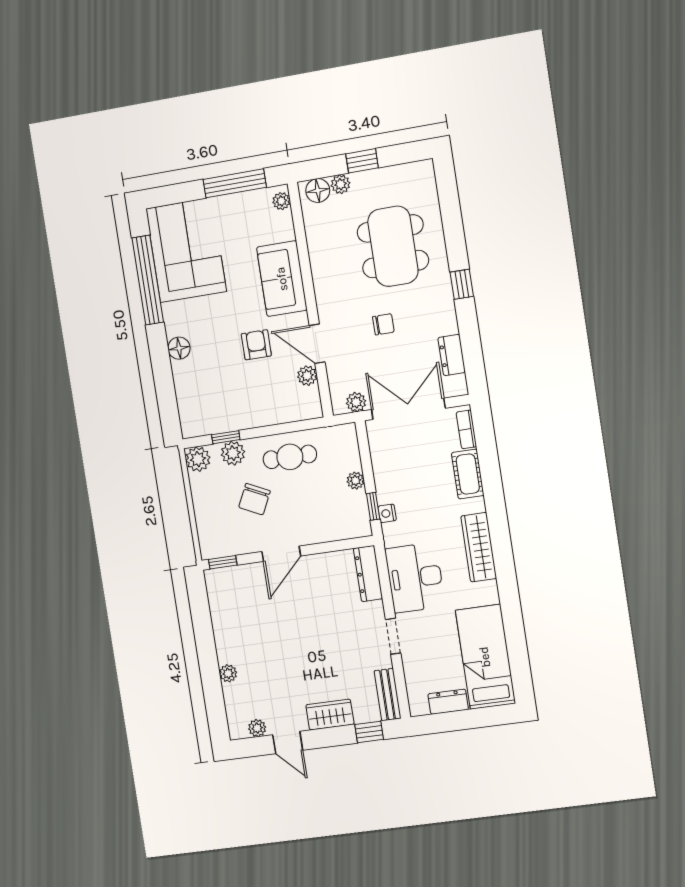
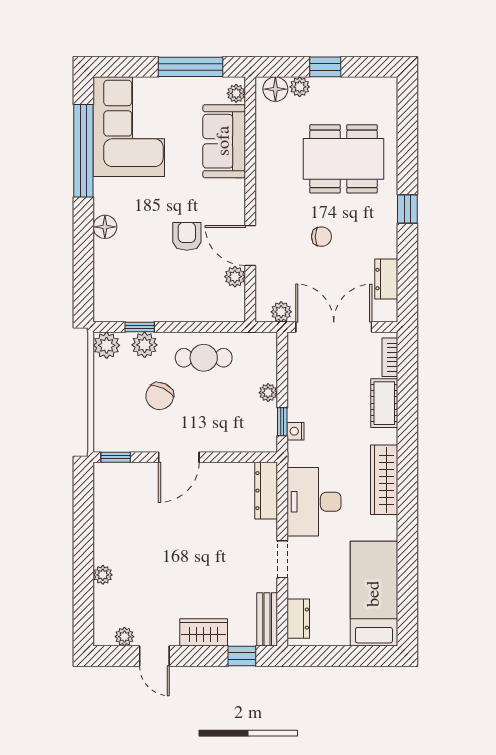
dining table: (393, 246) -> (343, 159), turned 90
sofa: (282, 279) -> (224, 141), moved
dresser: (448, 702) -> (298, 619), moved, turned 90

